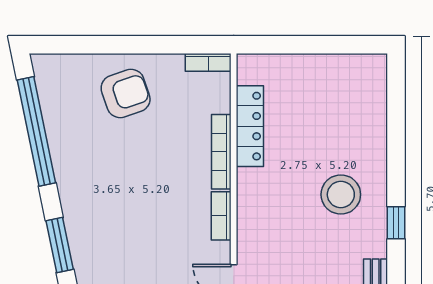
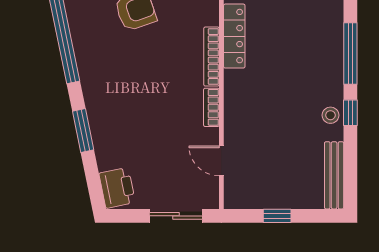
window: (396, 148) -> (350, 54), added
stool: (341, 195) -> (330, 115), moved, width x0.53, depth x0.53

